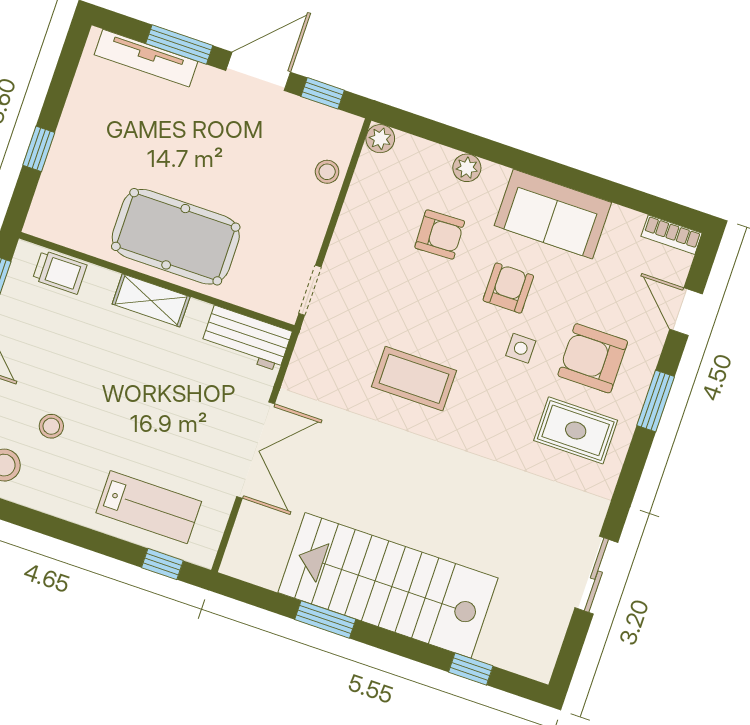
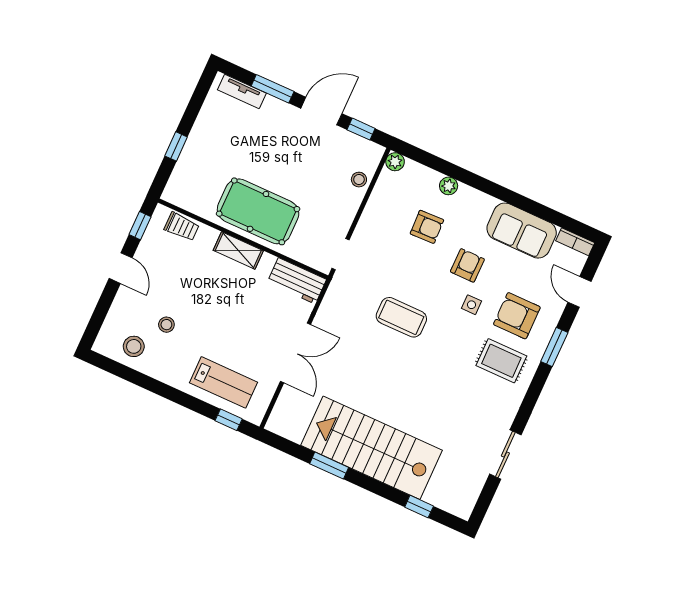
tv unit: (146, 58) -> (242, 91), width x0.71
sofa: (553, 214) -> (522, 231), moved

